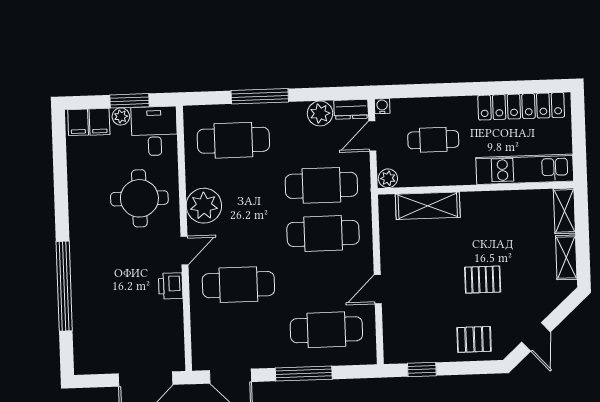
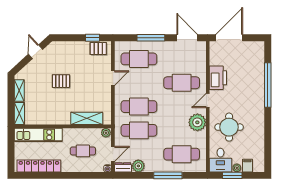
filing cabinet: (78, 122) -> (258, 166), removed
printer: (171, 286) -> (218, 78), width x1.87, depth x1.48
pallet: (474, 339) -> (98, 49), moved

